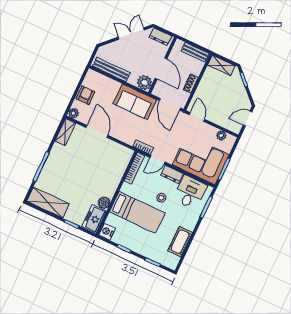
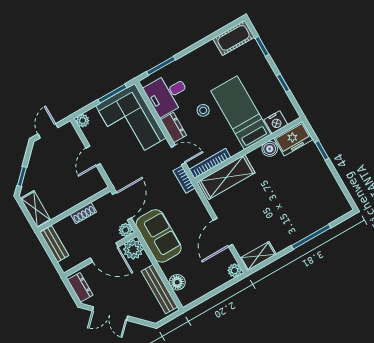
door: (161, 68) -> (104, 252), swing flipped
floor lamp: (104, 81) -> (177, 282), added
plant: (158, 91) -> (126, 230), added
armchair: (85, 95) -> (208, 281), removed
door: (197, 117) -> (93, 156), moved
door: (248, 119) -> (48, 131), swing flipped
plant: (221, 135) -> (83, 121), moved
shelving: (48, 203) -> (227, 177), moved, turned 90
nightstand: (107, 232) -> (276, 122), moved
cot: (180, 242) -> (234, 38), moved

